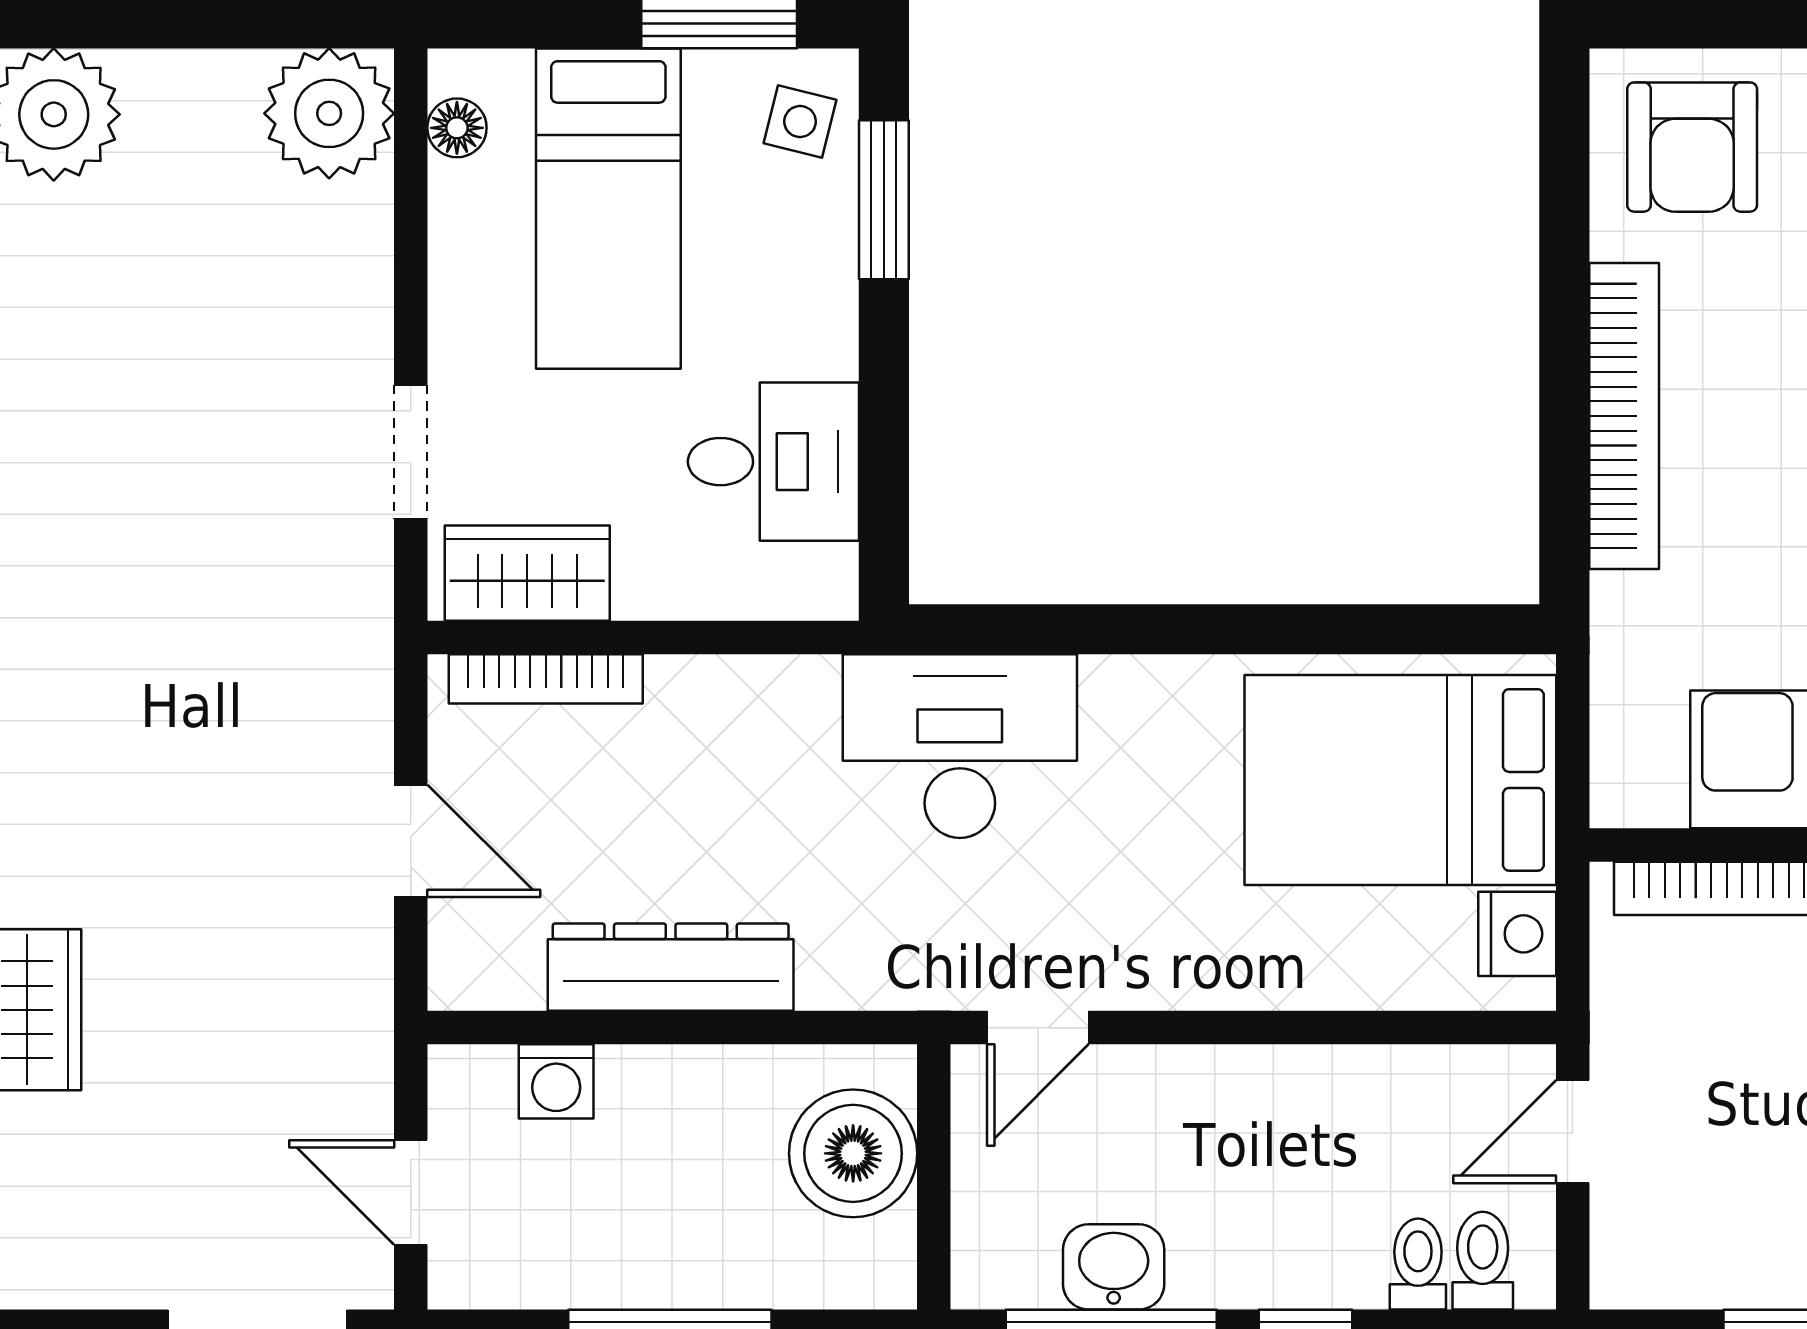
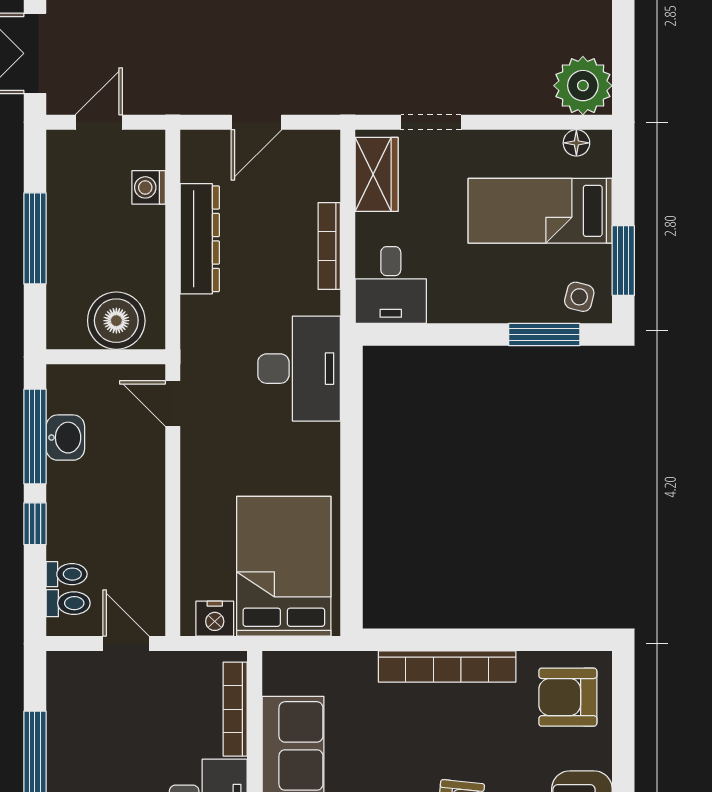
desk: (773, 462) -> (391, 285), moved
bookcase: (546, 679) -> (329, 246), moved

